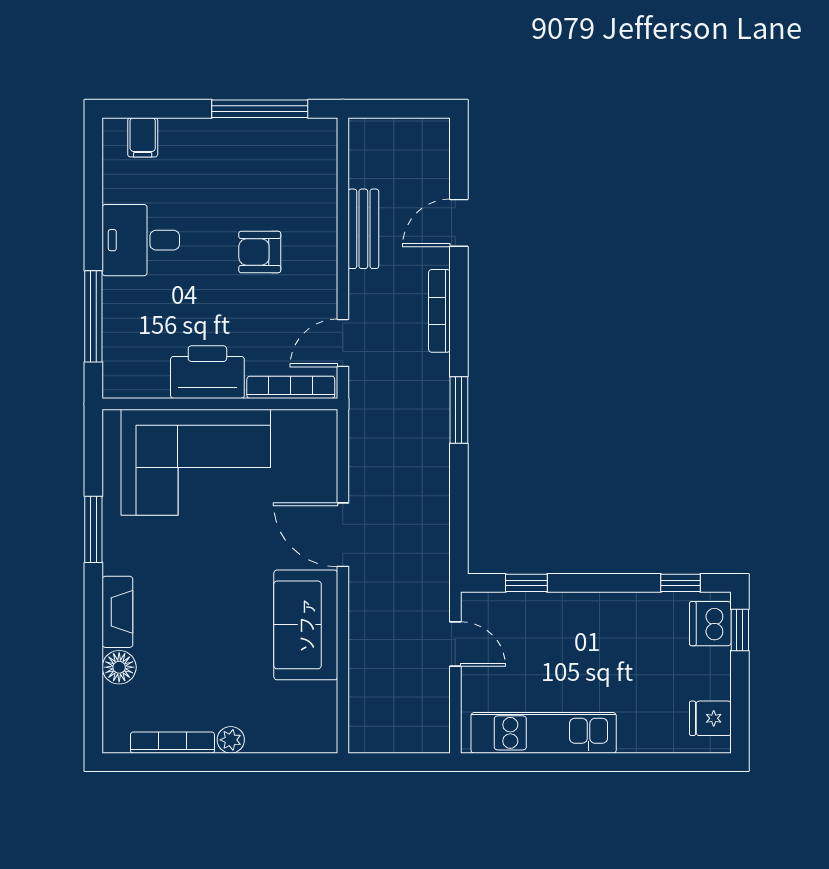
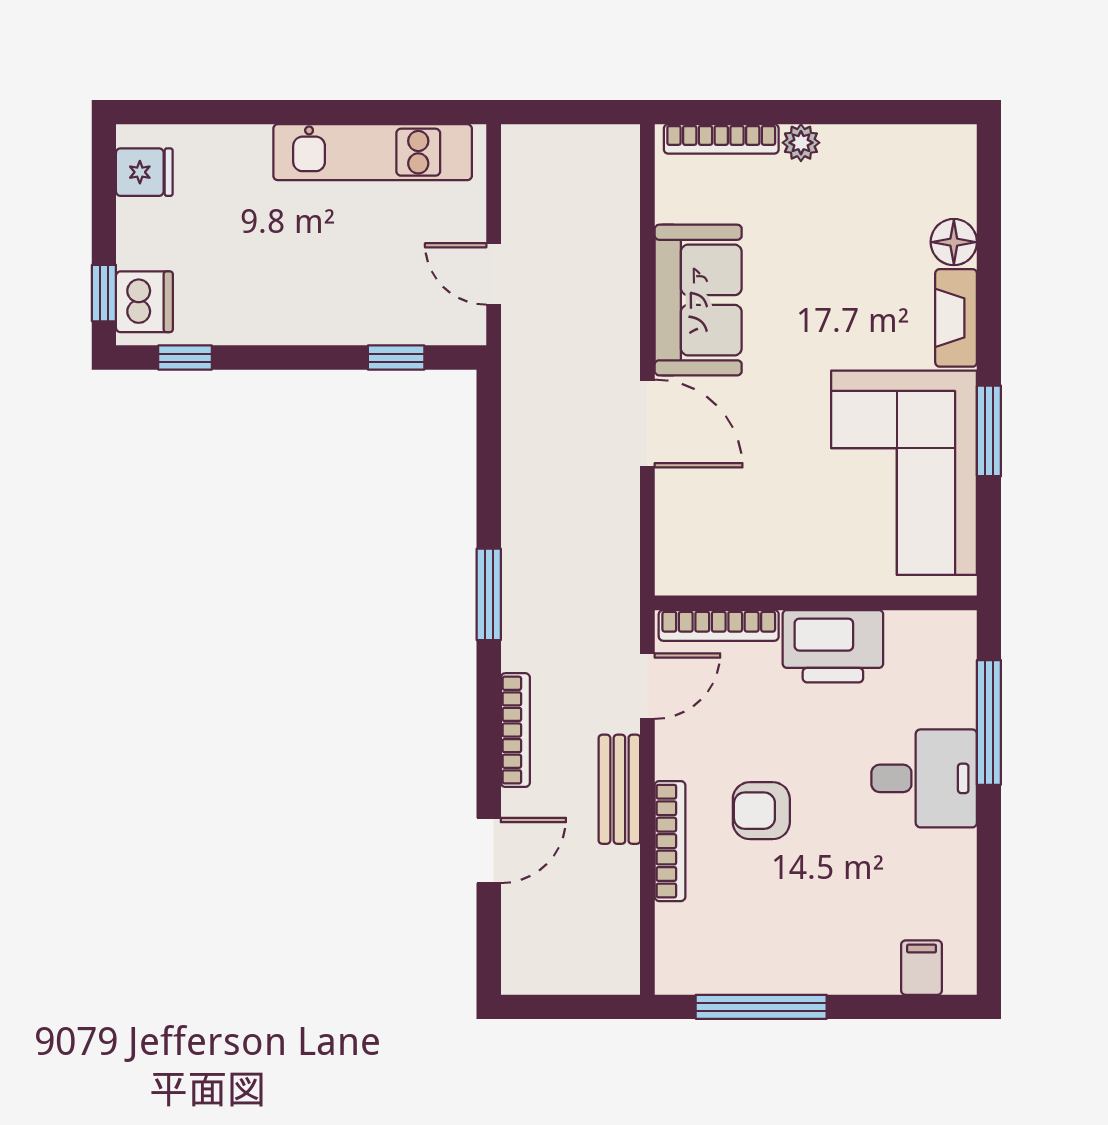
bench: (363, 229) -> (619, 789), moved
bookcase: (326, 230) -> (670, 841), added
desk: (141, 240) -> (924, 778), moved
armchair: (260, 252) -> (761, 811), turned 180
corner sofa: (196, 462) -> (904, 473), moved, turned -90
bookcase: (173, 743) -> (721, 139), moved

